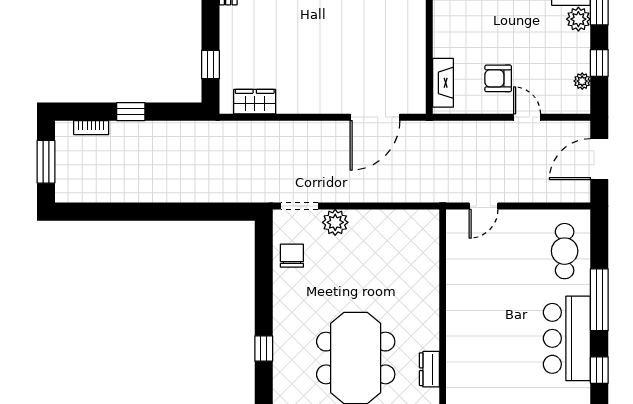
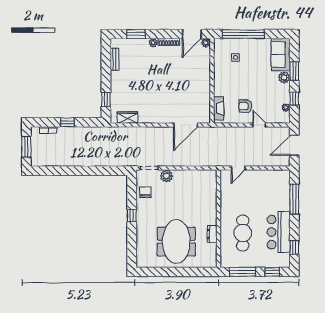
cafe table: (565, 251) -> (243, 233), moved, width x1.37, depth x1.35
window: (599, 300) -> (294, 199), moved
window: (264, 349) -> (132, 215), moved
dresser: (429, 369) -> (212, 234), moved

